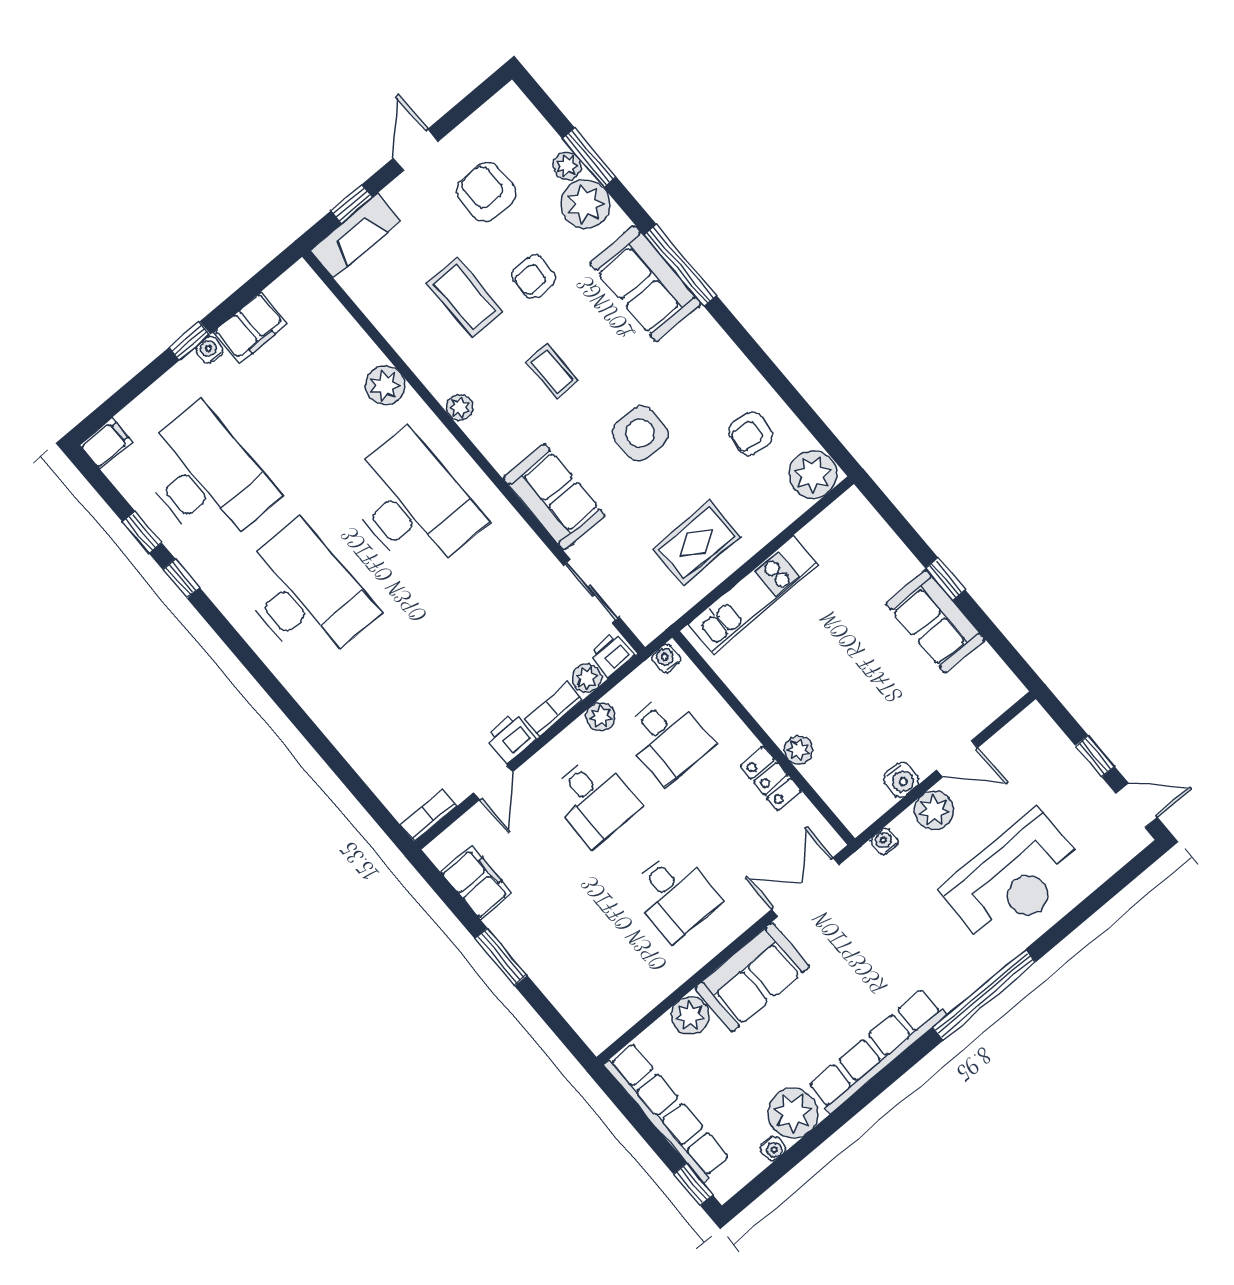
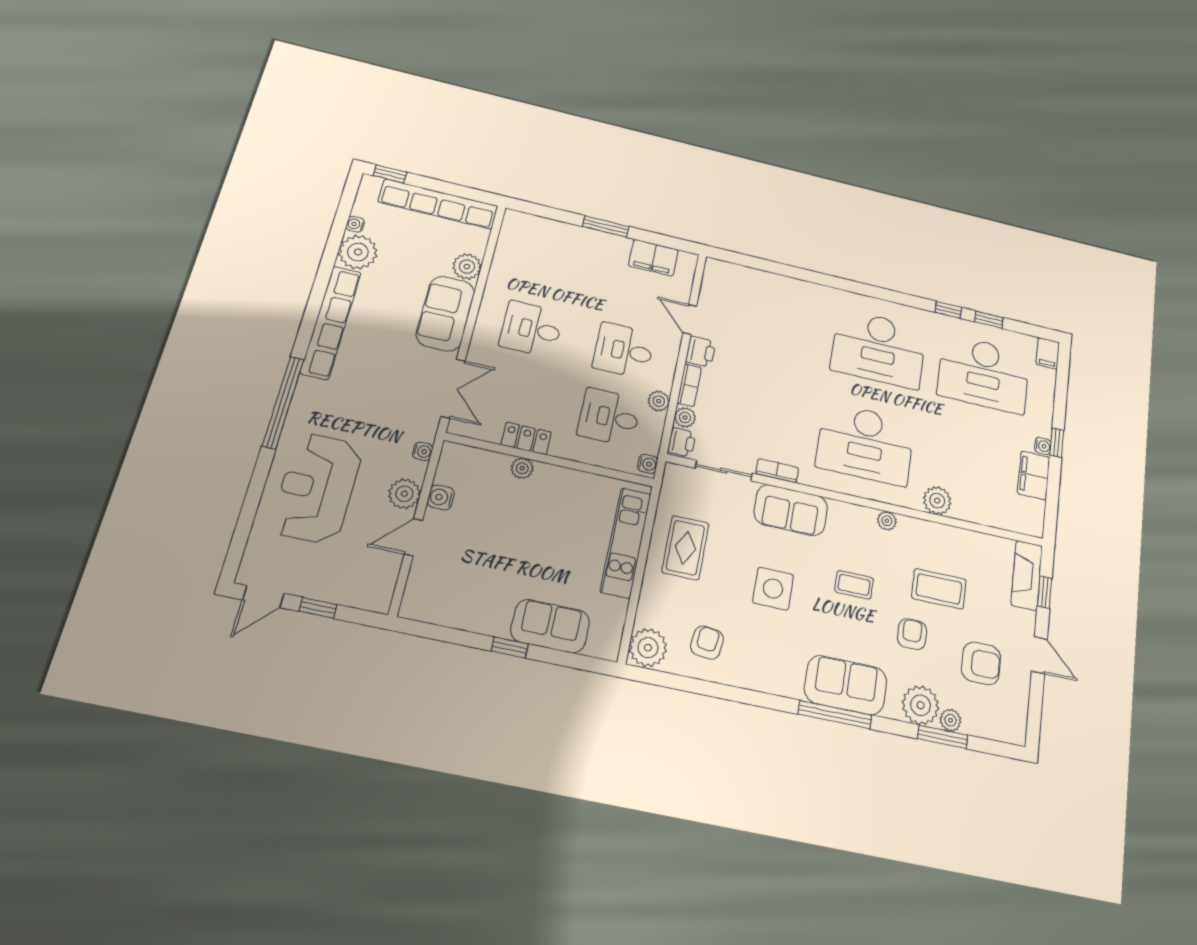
sofa: (935, 621) -> (550, 626), moved
bookcase: (429, 816) -> (777, 471), moved, turned -90

